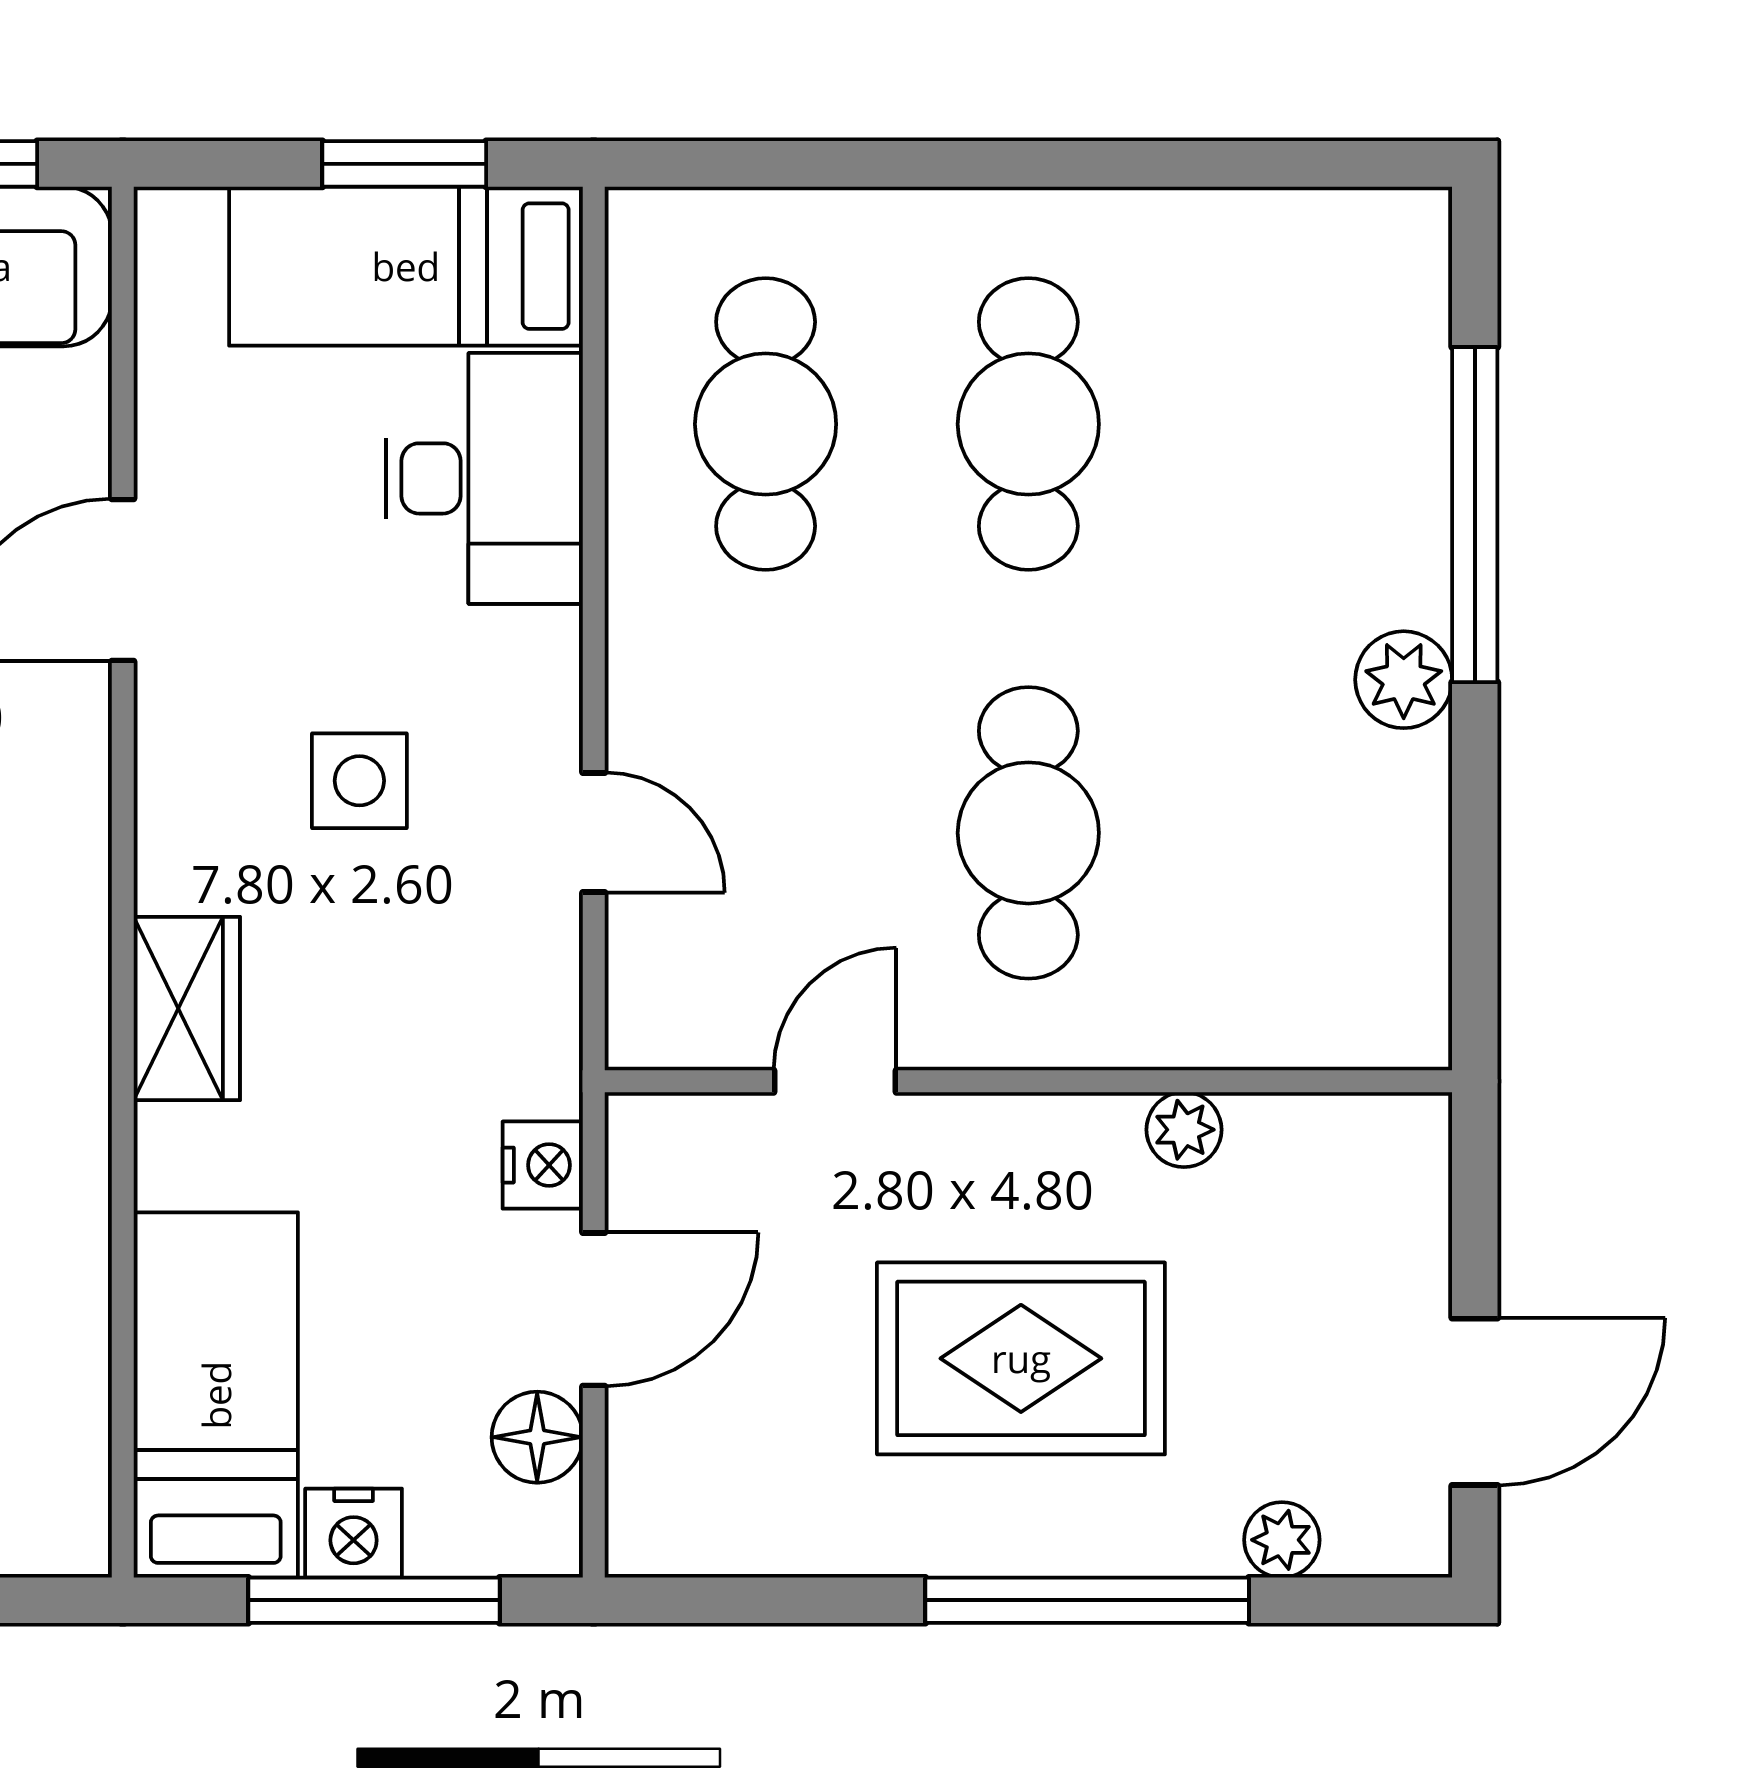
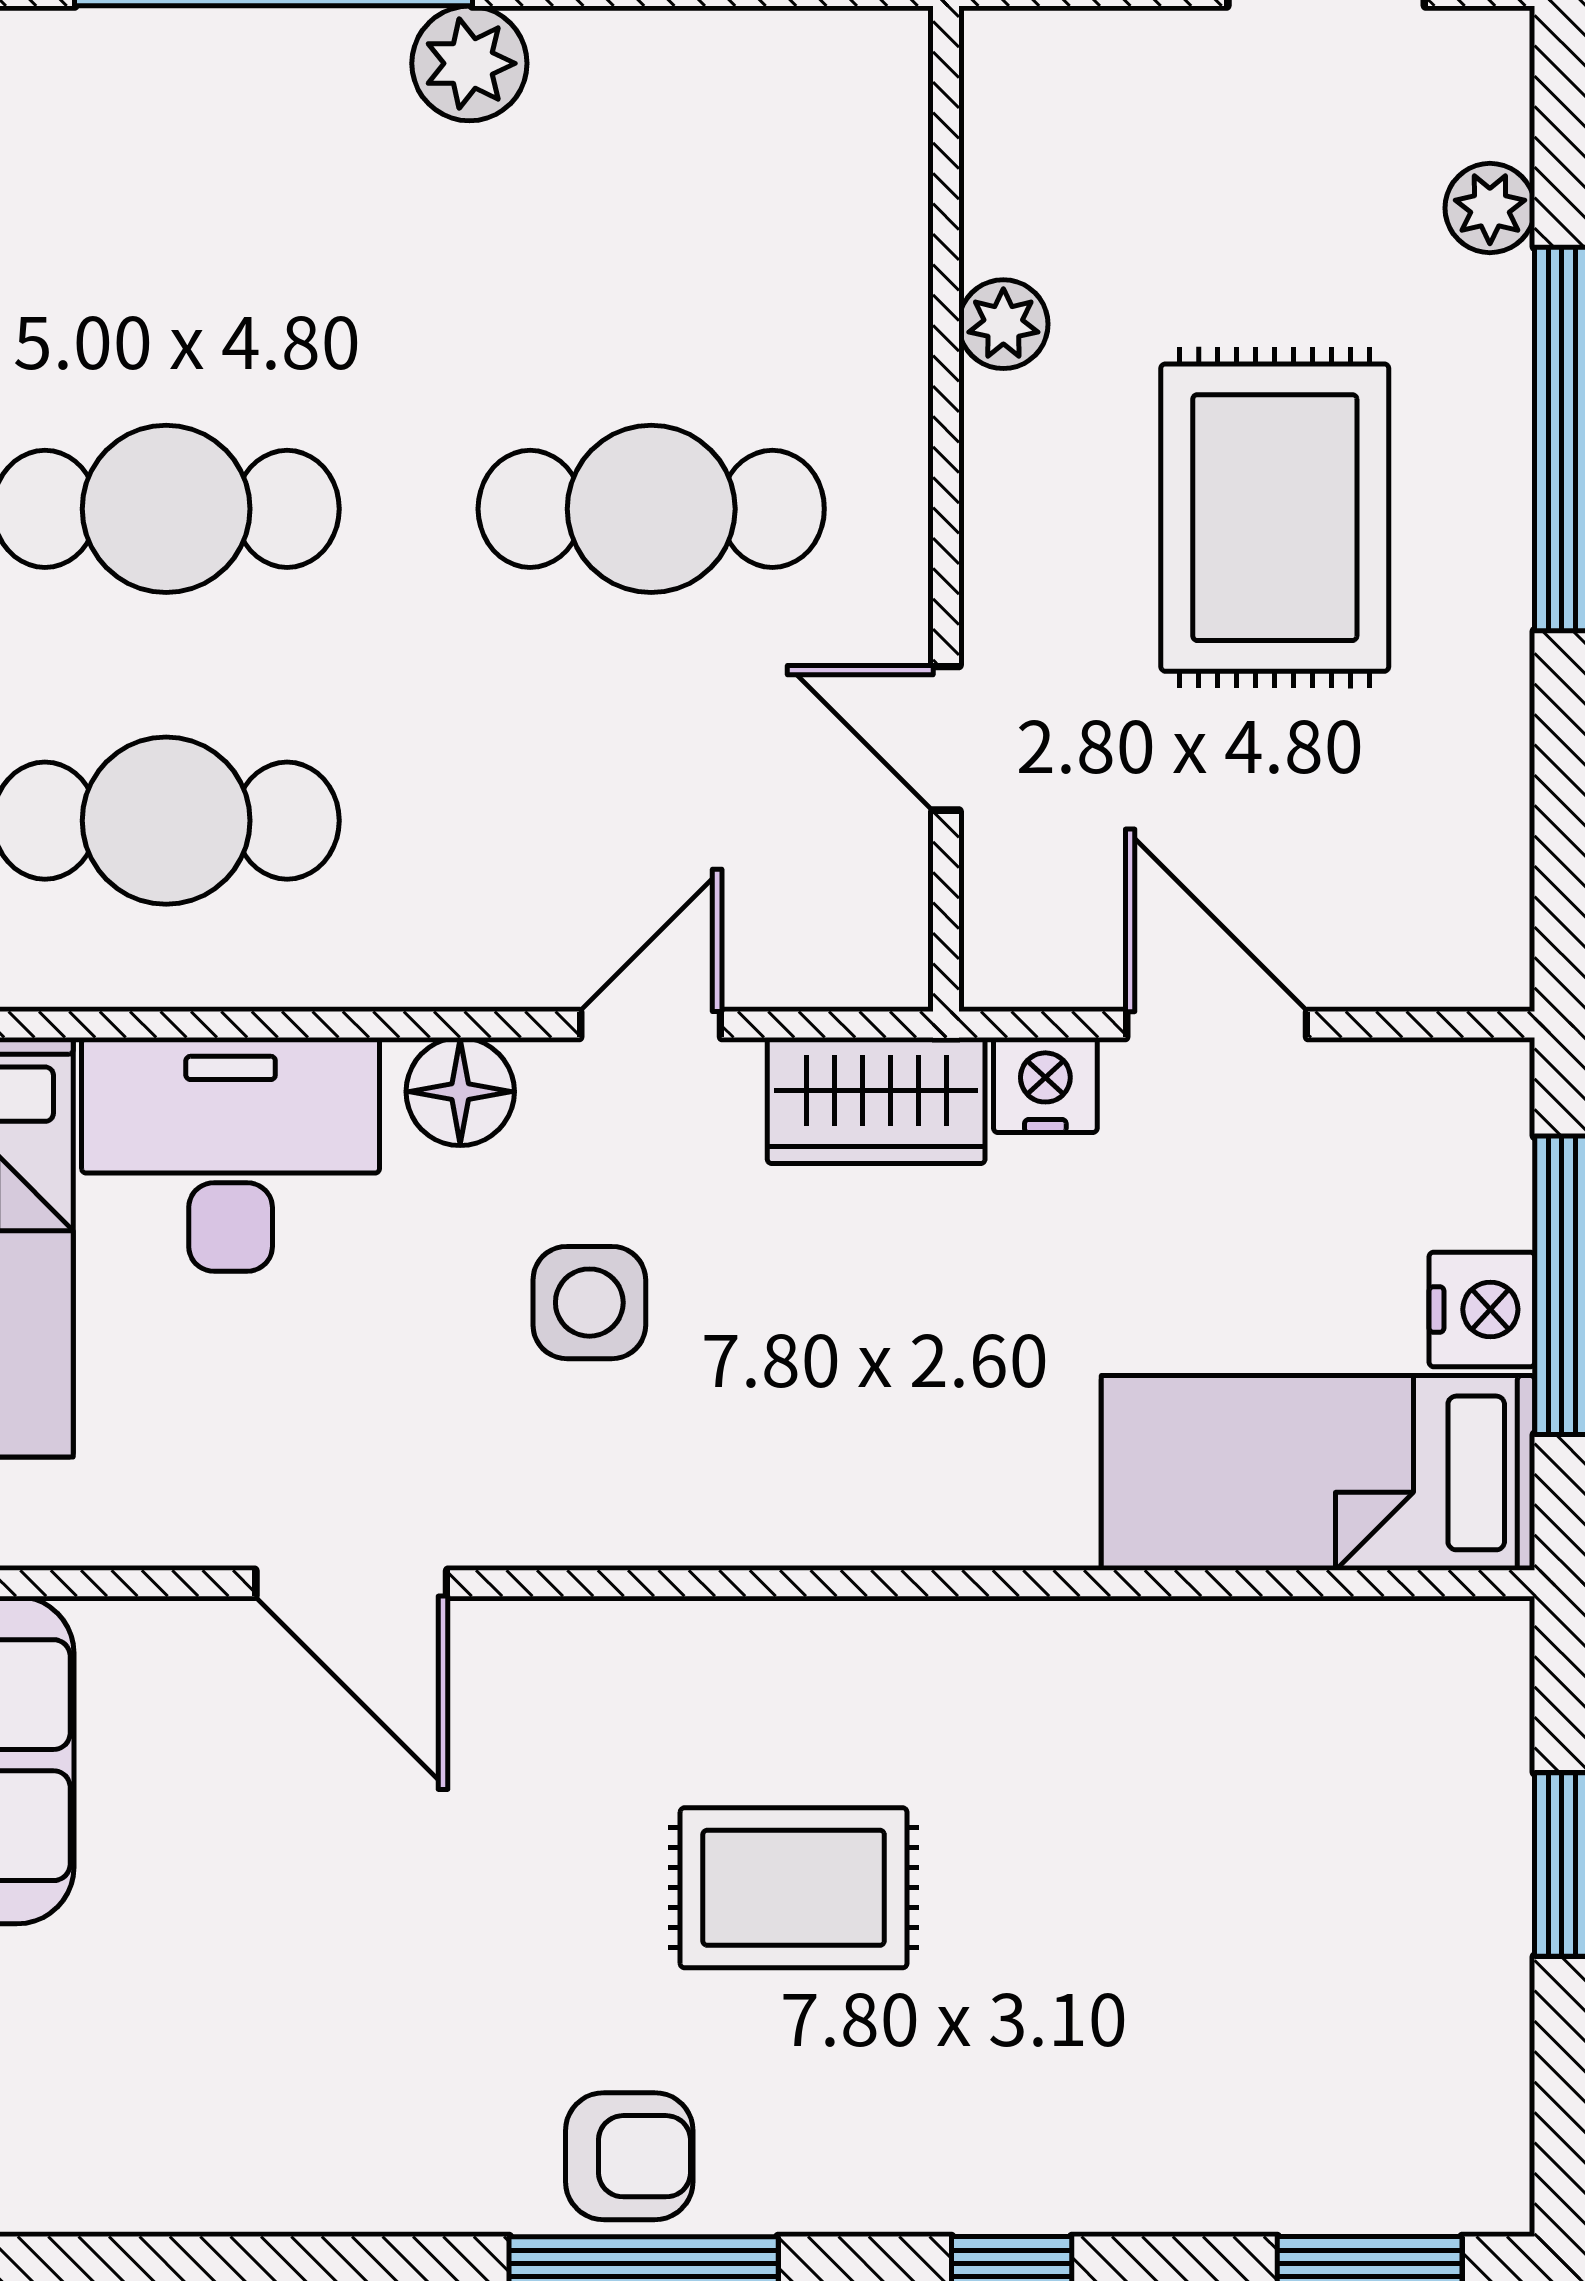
wardrobe: (187, 1009) -> (876, 1101), moved, turned 180
floor lamp: (537, 1437) -> (460, 1092), moved

